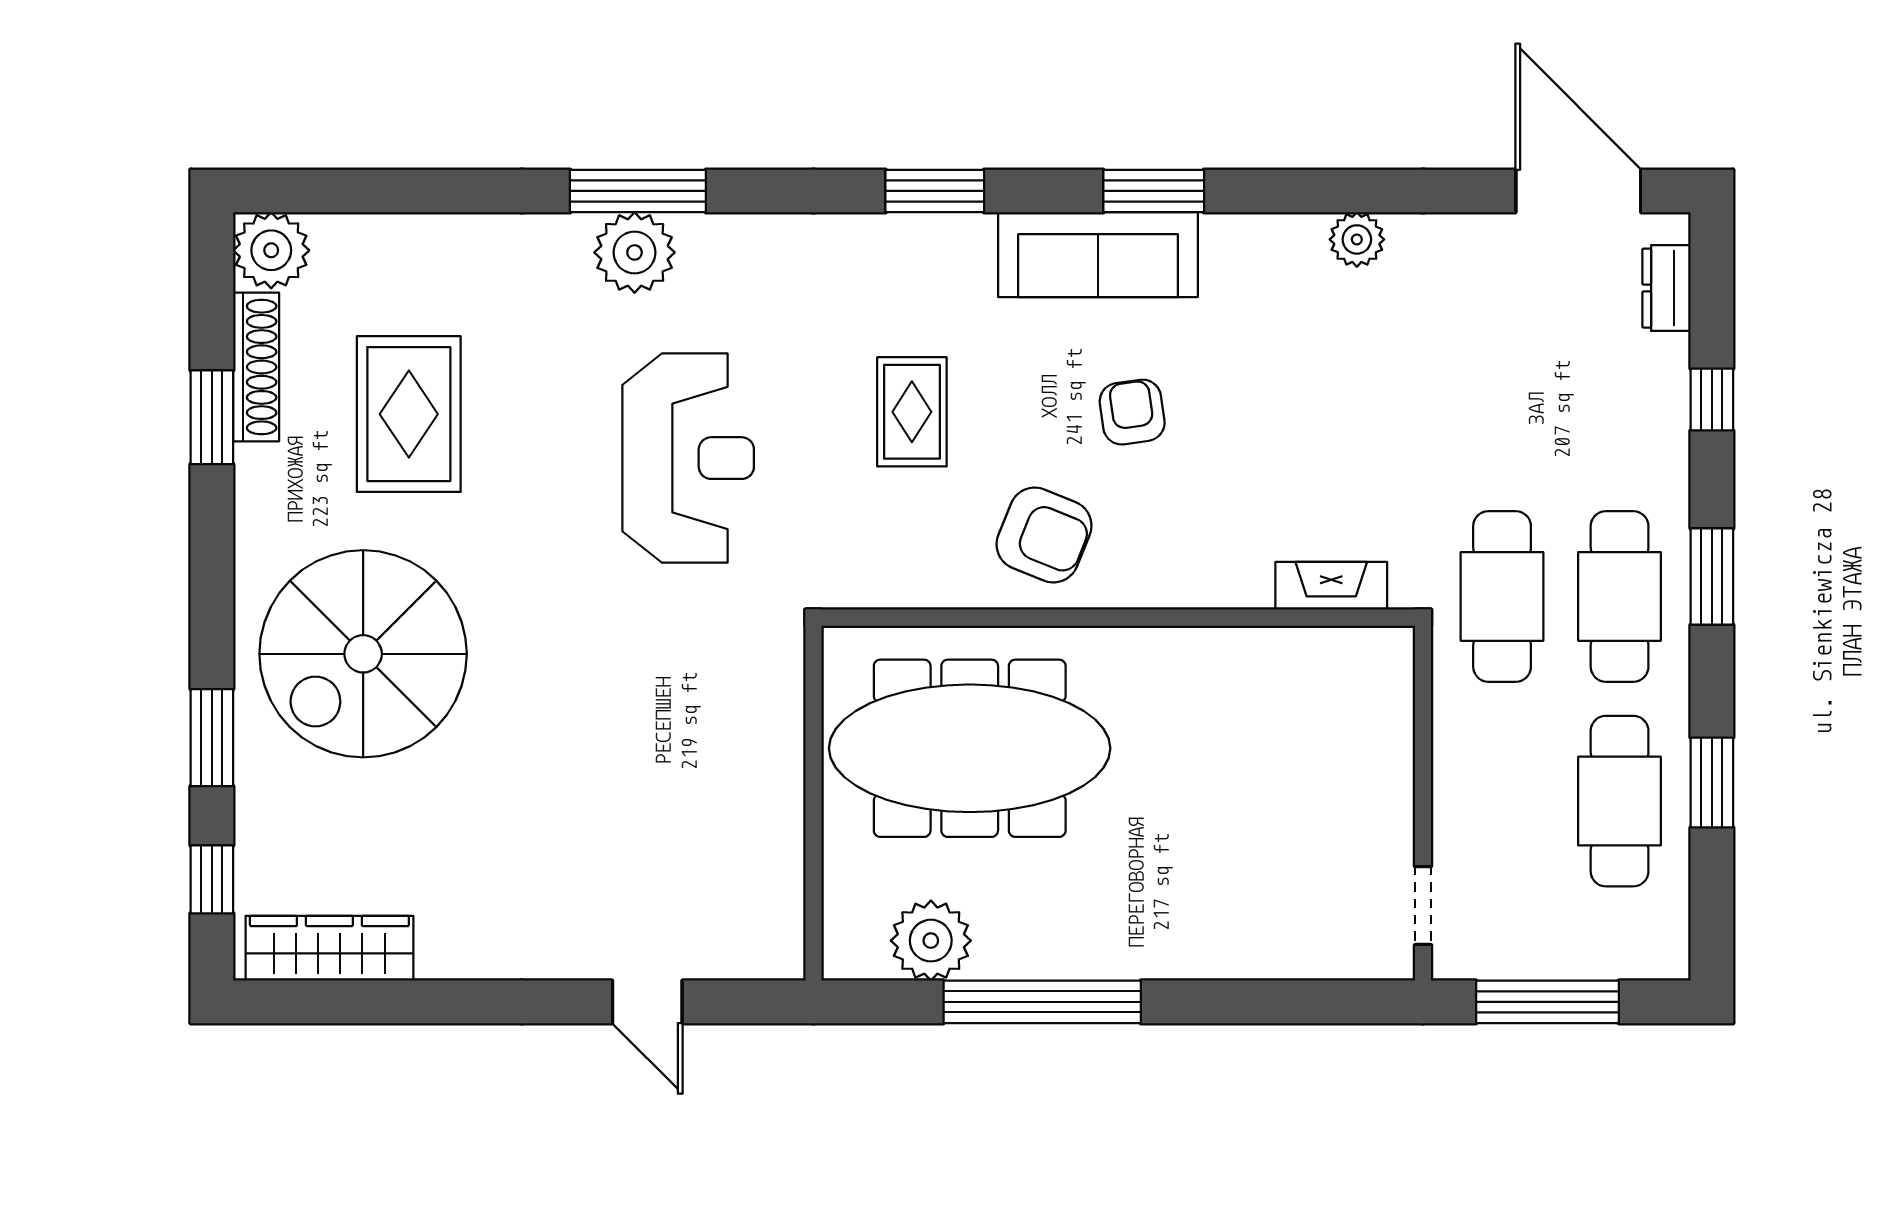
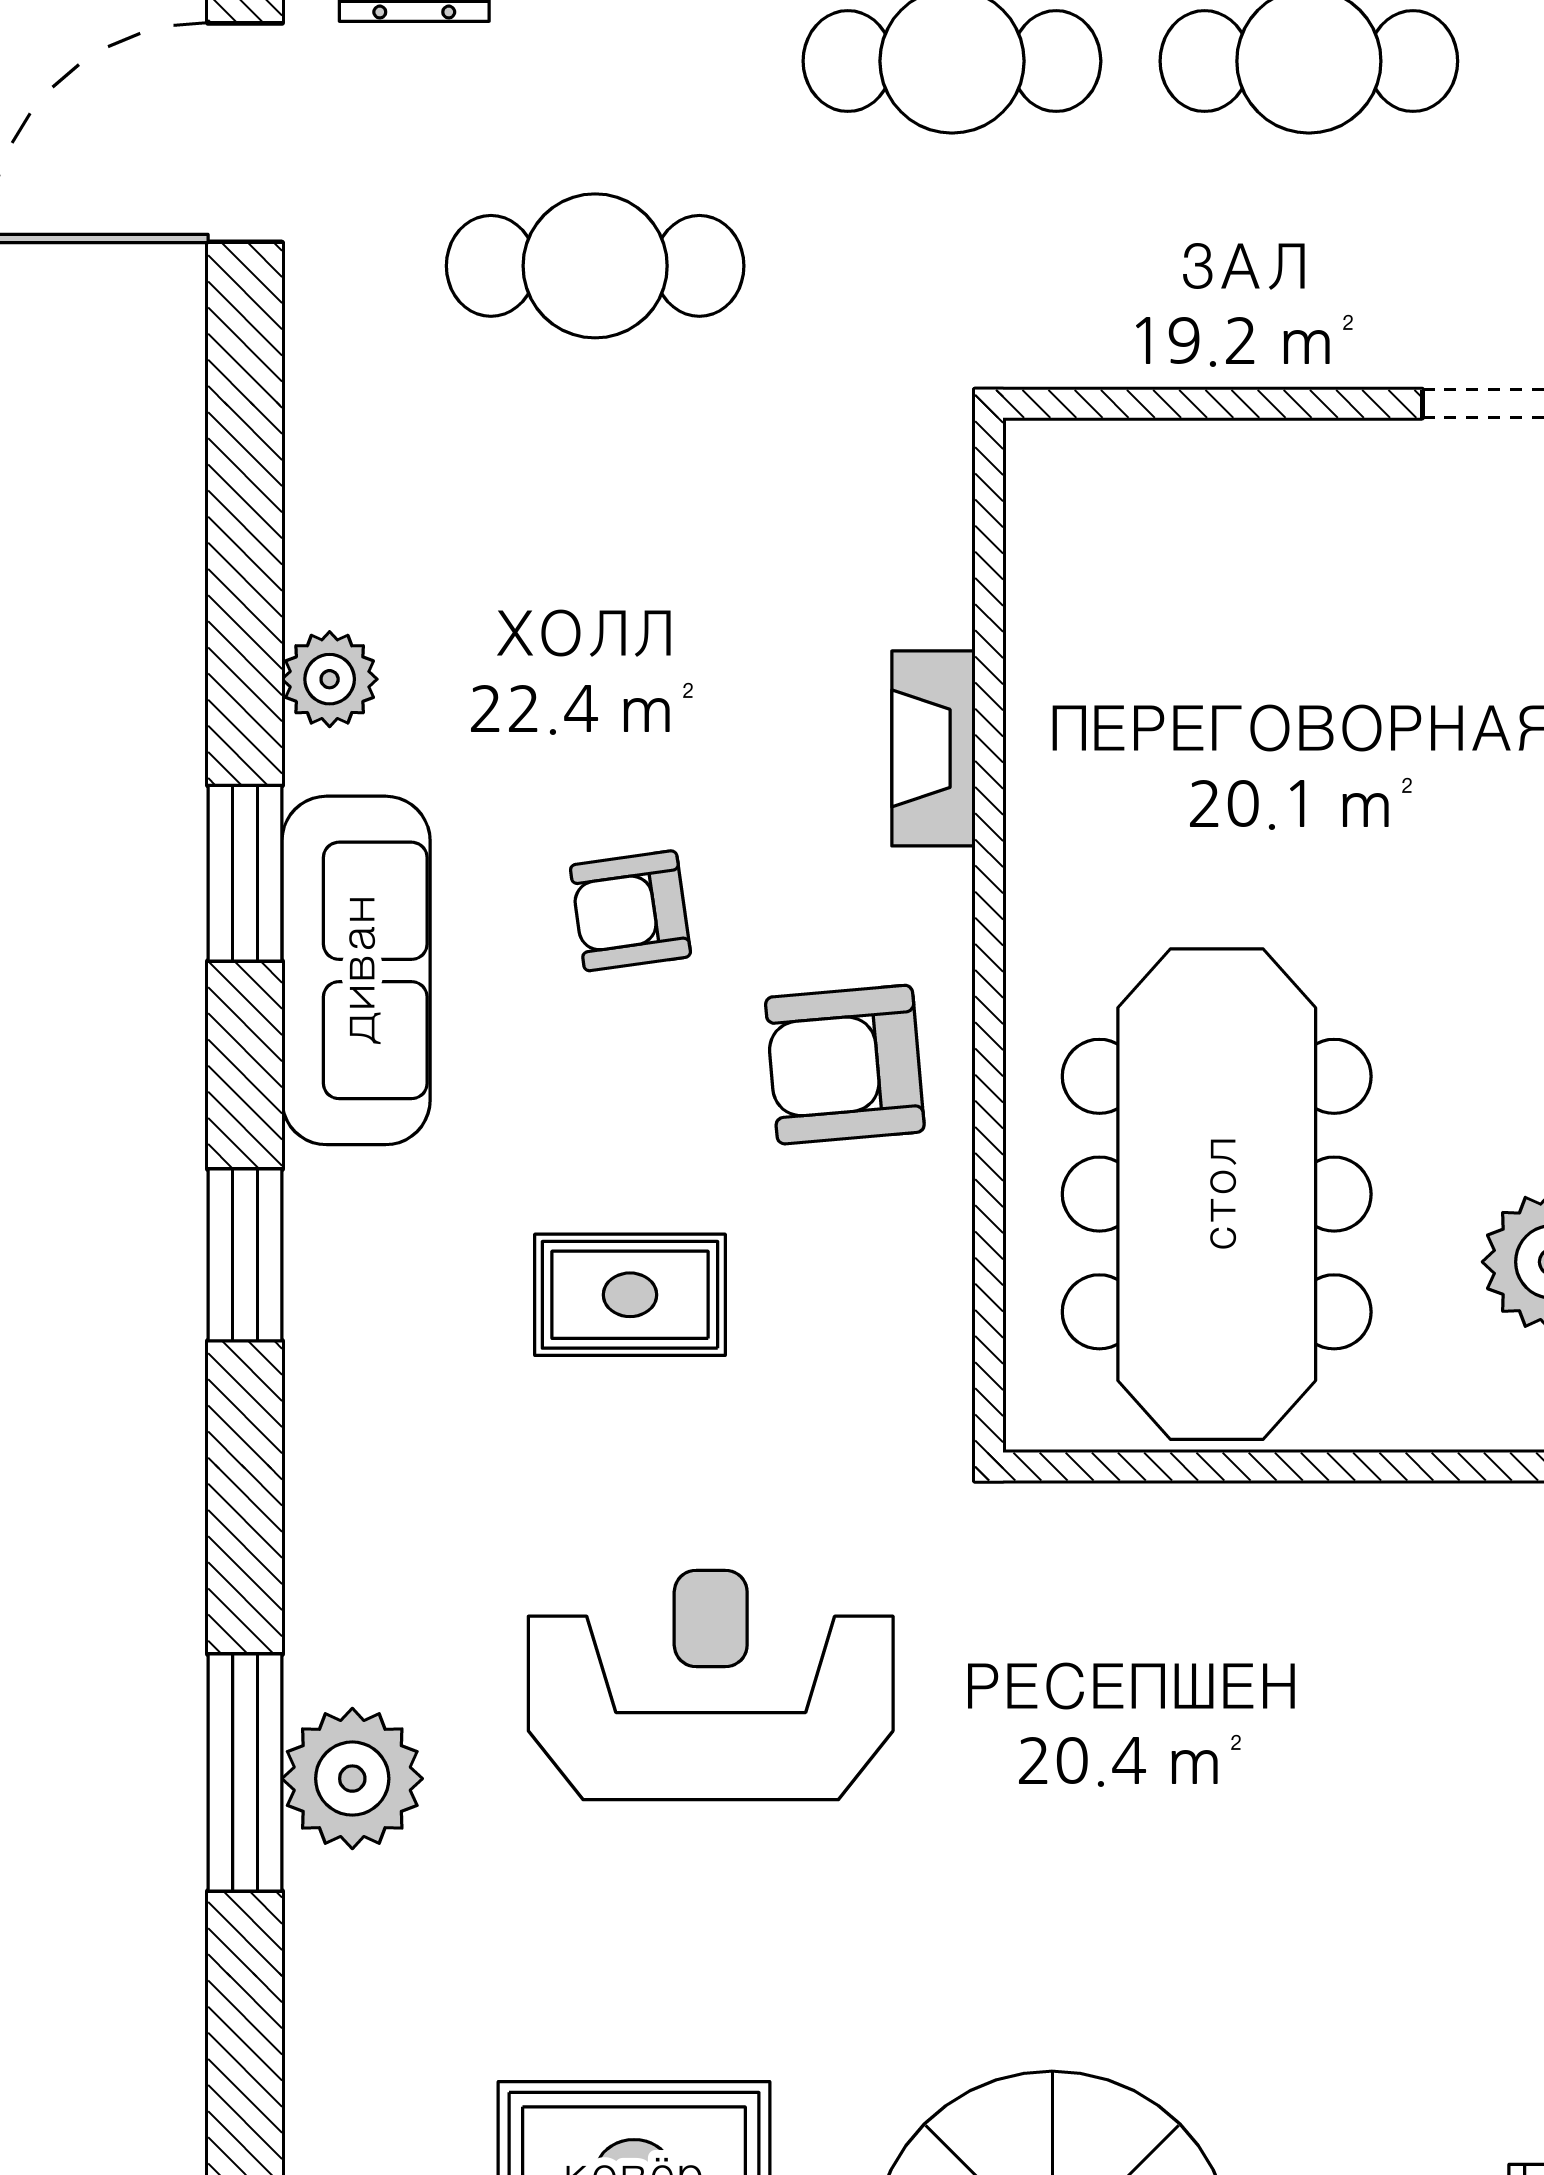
plant: (1357, 239) -> (330, 679), moved
armchair: (1044, 535) -> (845, 1065), turned -117
fireplace: (1331, 586) -> (933, 748), moved
cafe table: (1502, 596) -> (595, 266), moved

